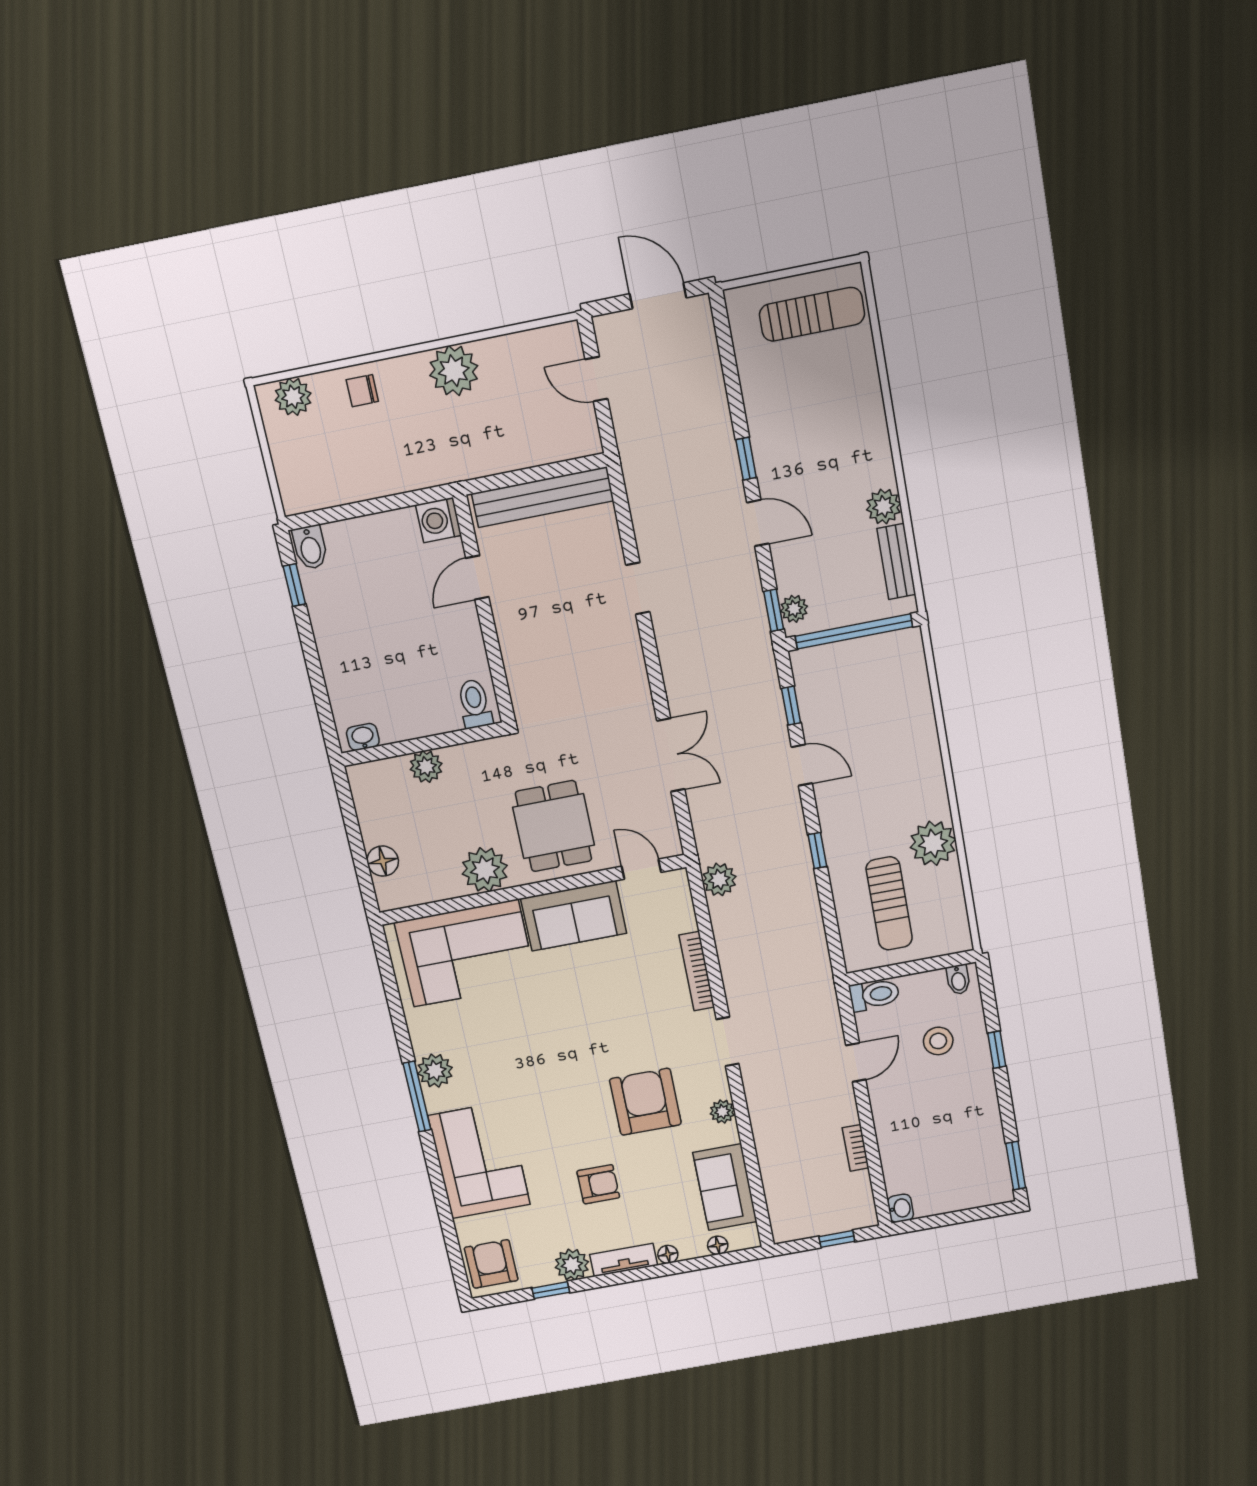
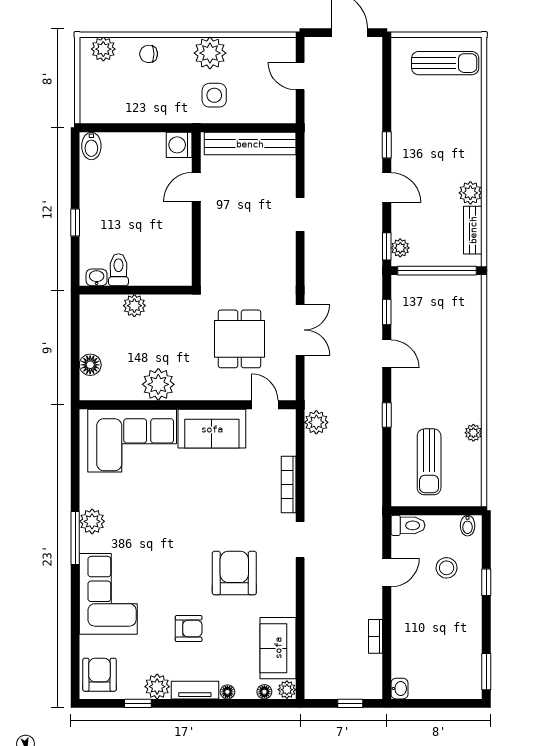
side table: (474, 434) -> (214, 95), added
window: (294, 585) -> (75, 223), moved
toilet: (475, 704) -> (118, 270), moved
dining table: (554, 826) -> (239, 339), moved
plant: (933, 843) -> (473, 433), width x0.53, depth x0.53
plant: (722, 1112) -> (287, 690), moved

